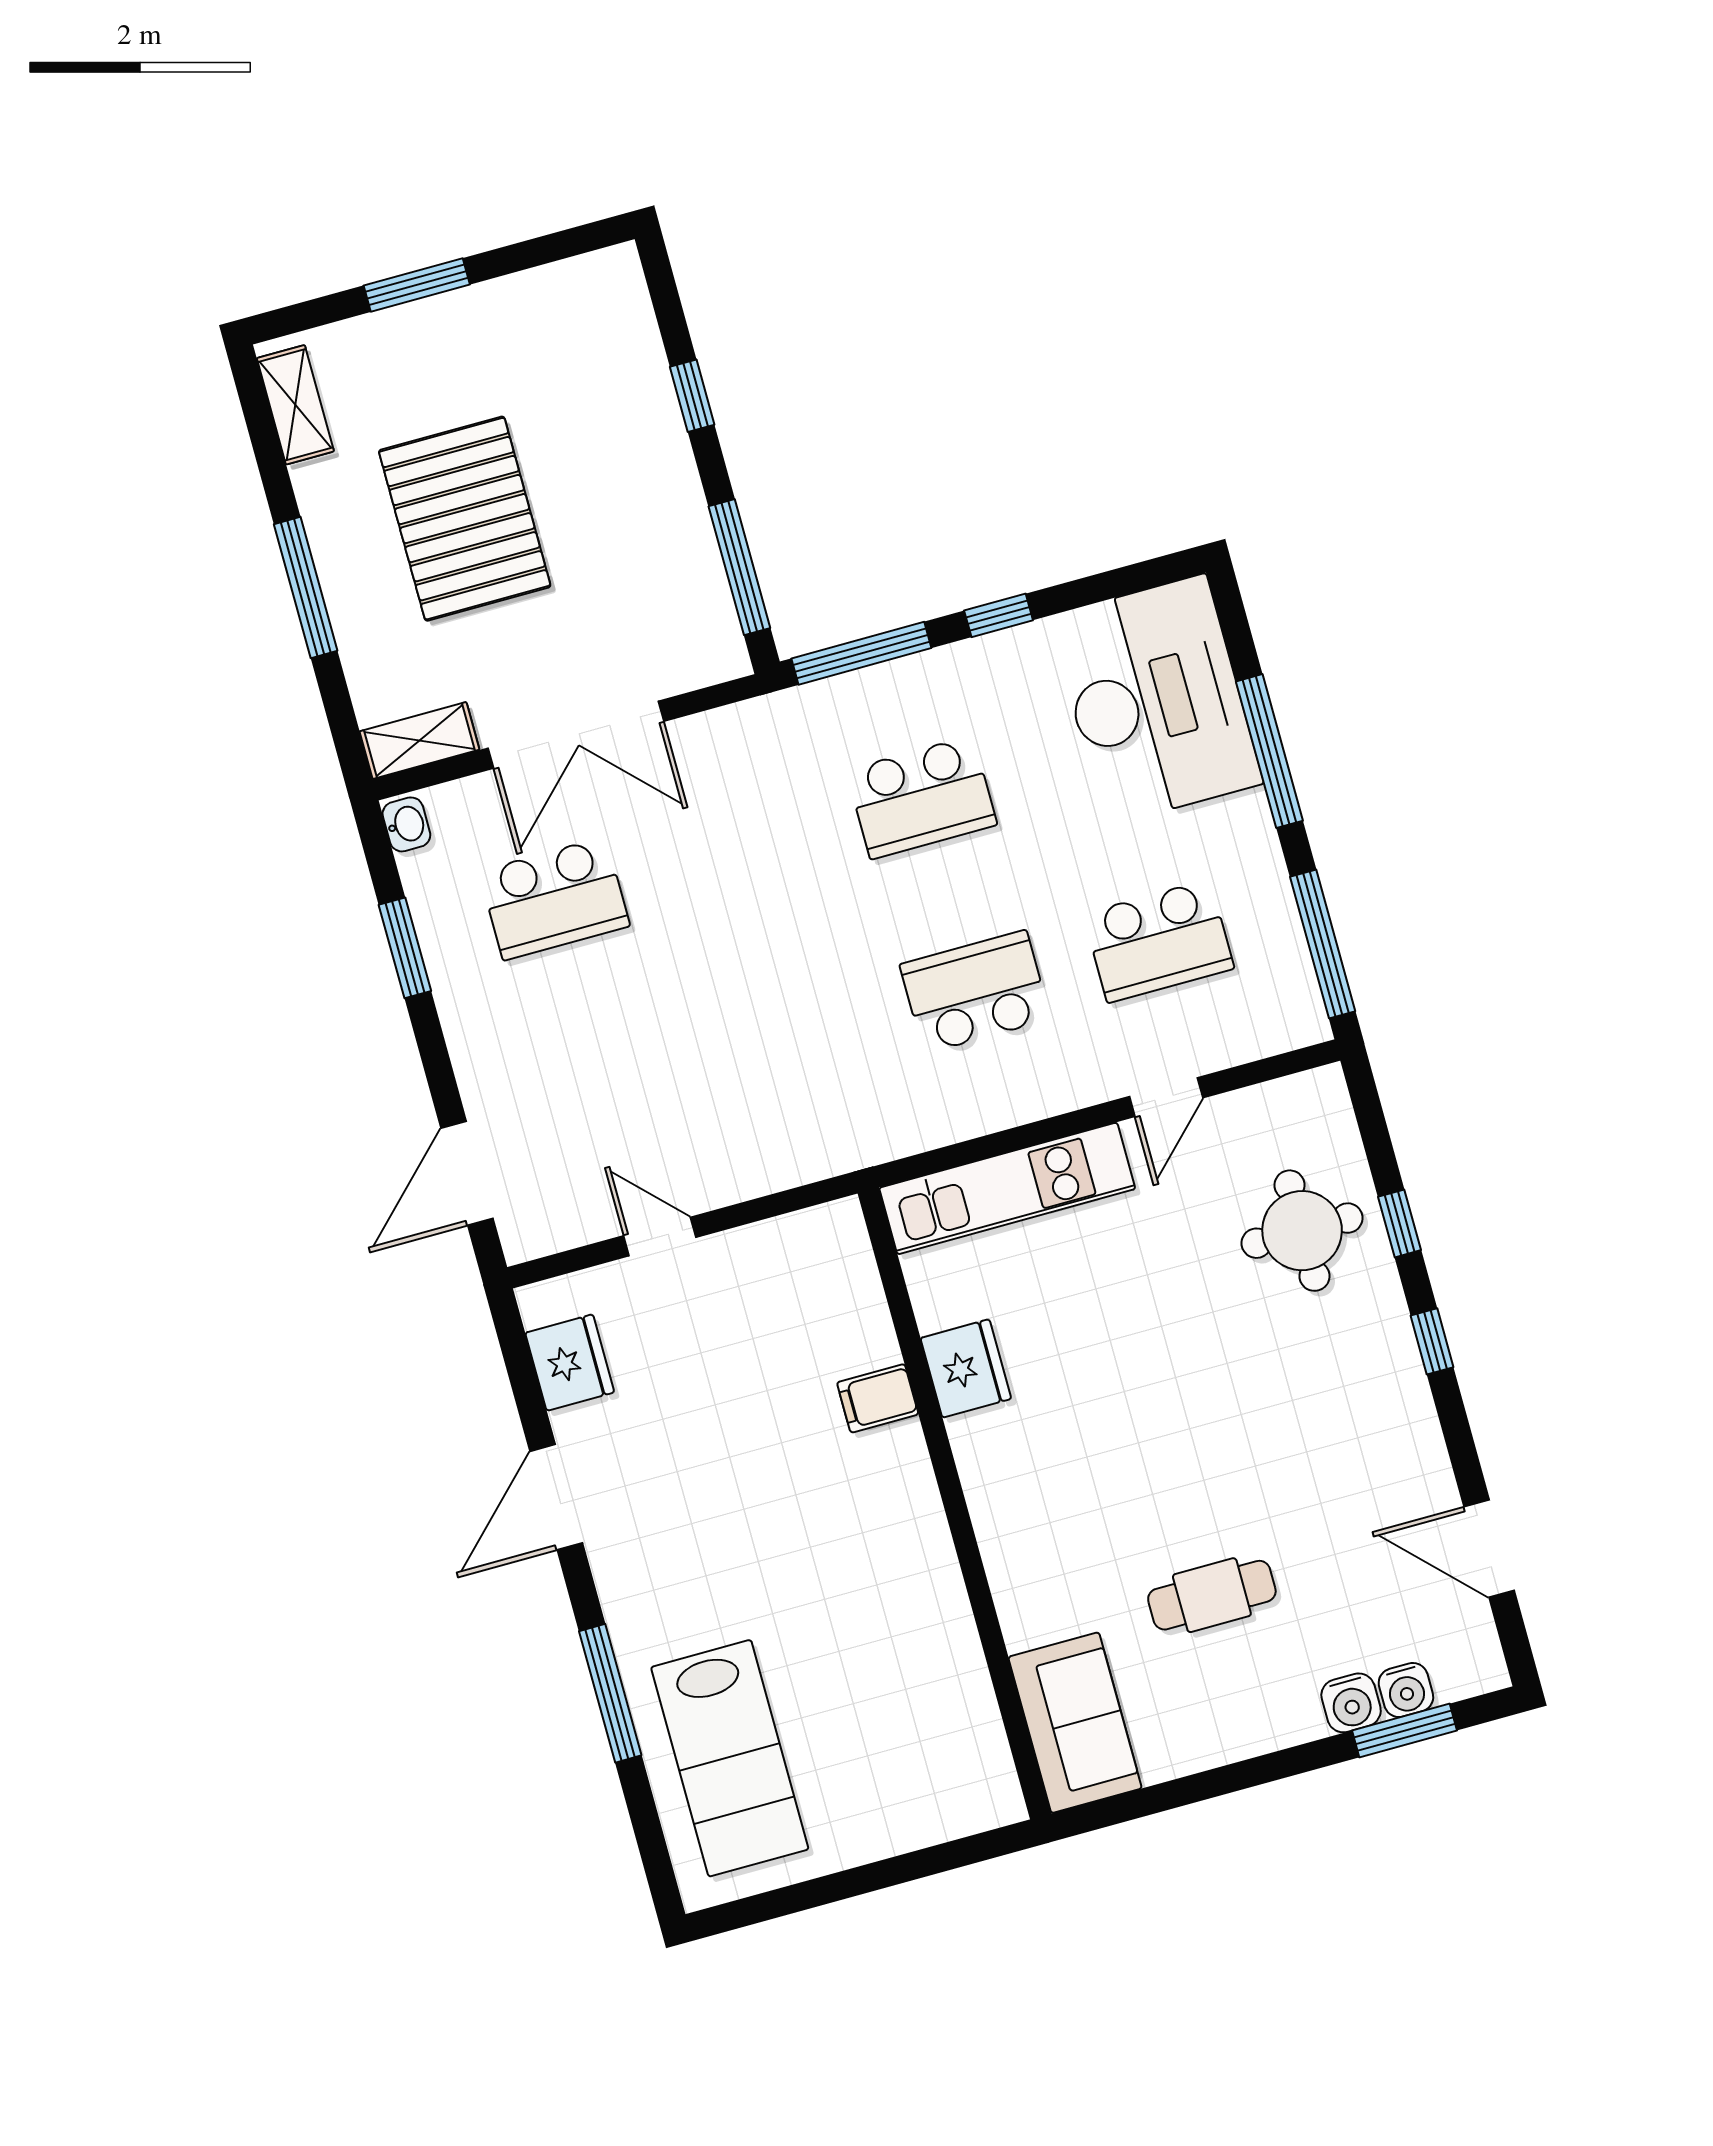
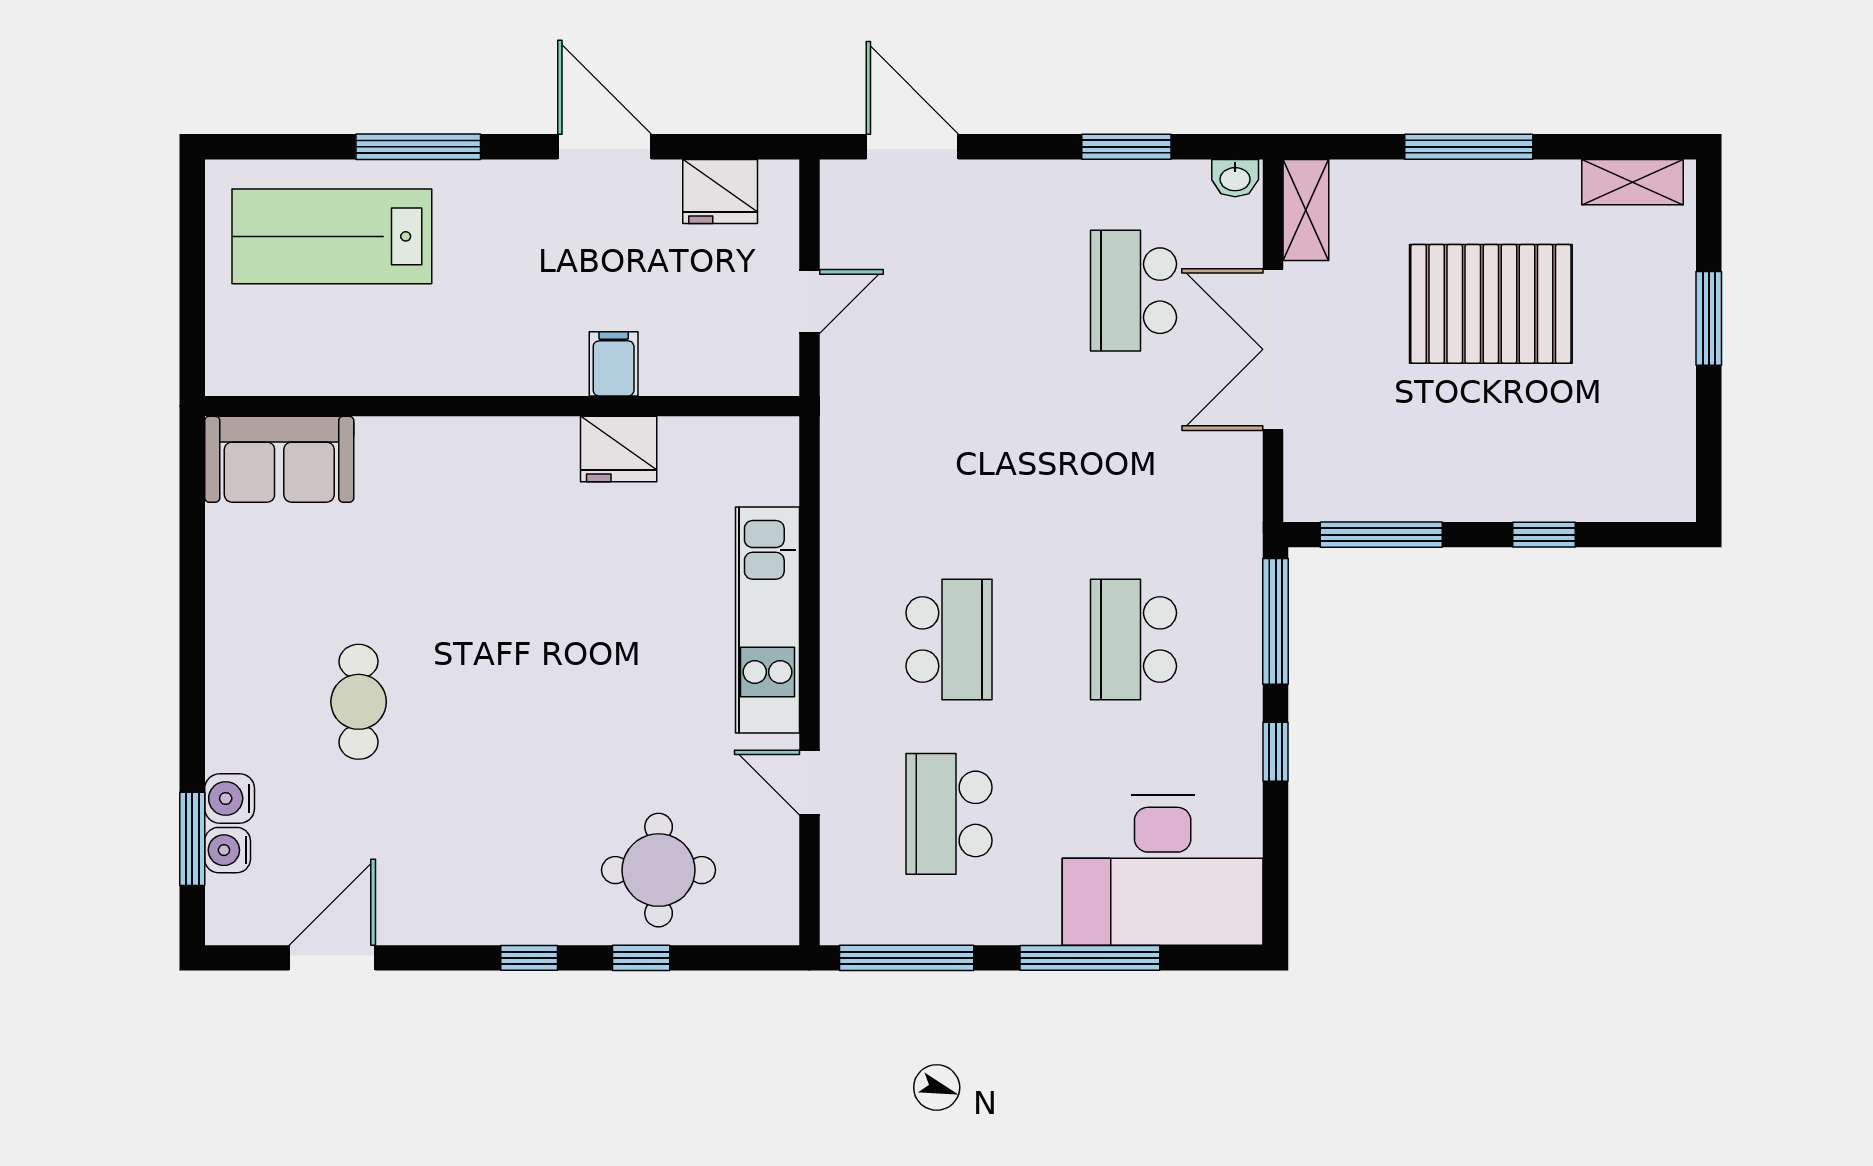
fridge: (966, 1368) -> (619, 449), moved
filing cabinet: (878, 1398) -> (614, 364), moved
wall: (955, 1504) -> (502, 406), moved
sofa: (1075, 1723) -> (279, 459), moved

